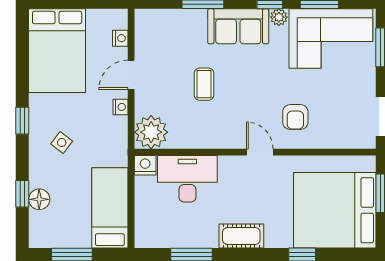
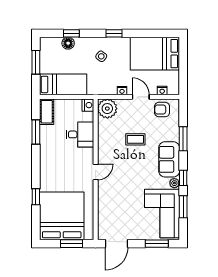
armchair: (295, 117) -> (162, 110), moved
desk: (187, 179) -> (80, 134), width x0.73
cot: (241, 236) -> (47, 112), moved

